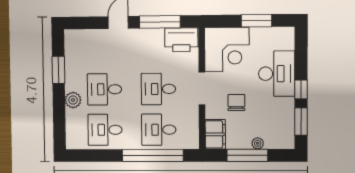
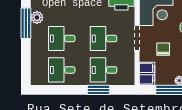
window: (58, 70) -> (26, 23), width x1.44
plant: (73, 100) -> (37, 17), moved
window: (153, 155) -> (99, 90), width x0.47

